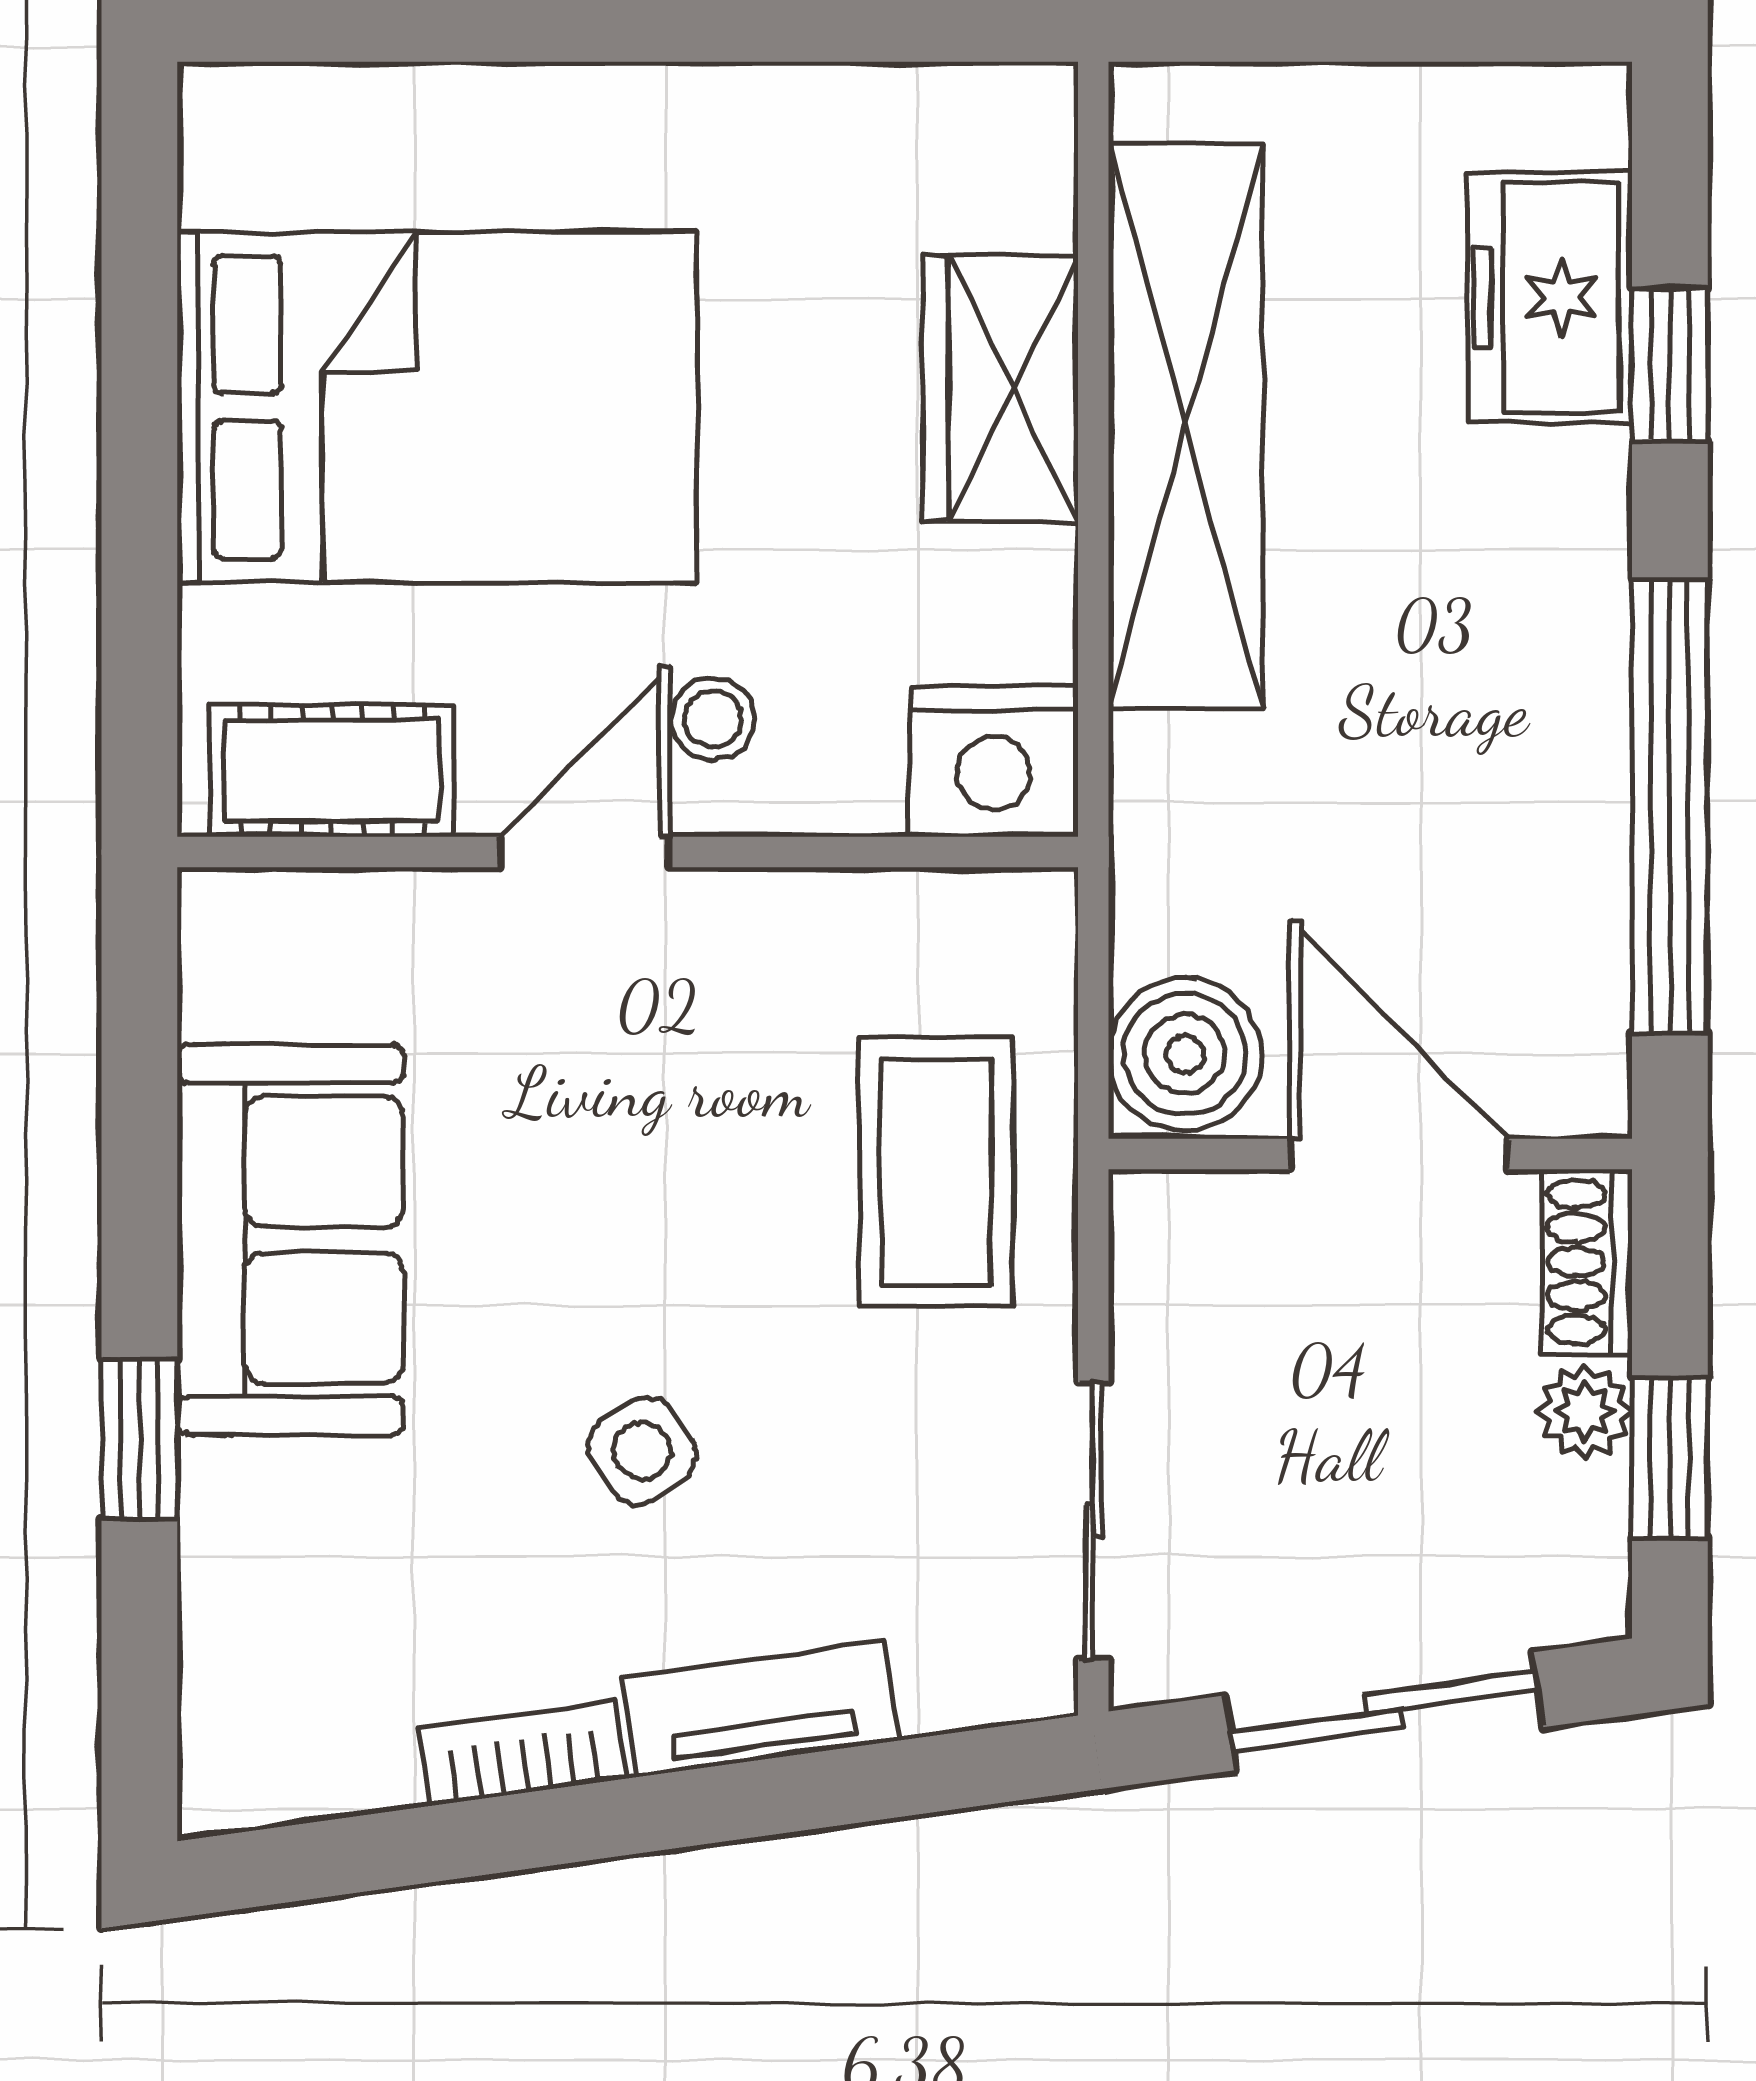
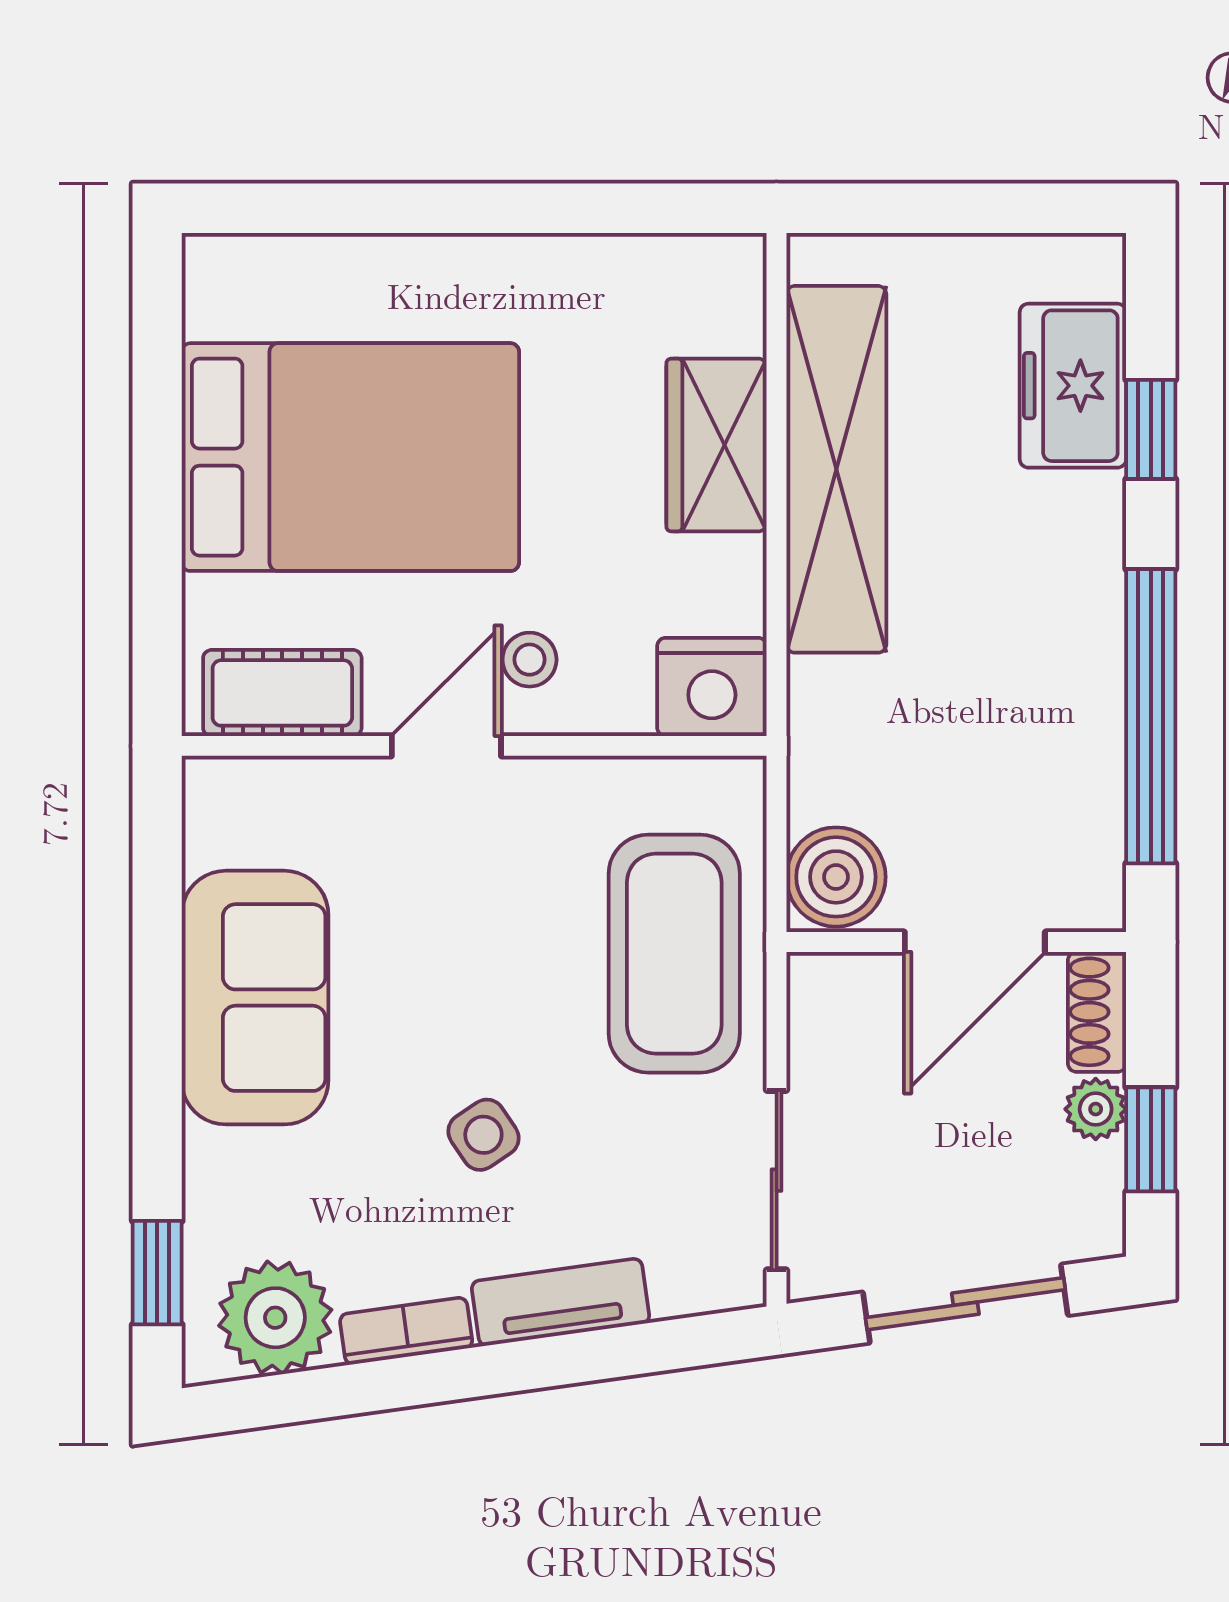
door: (1399, 1154) -> (975, 942), swing flipped
coffee table: (936, 1172) -> (674, 954), width x1.36, depth x1.32
window: (139, 1439) -> (157, 1273), moved
plant: (321, 1733) -> (275, 1318), added

